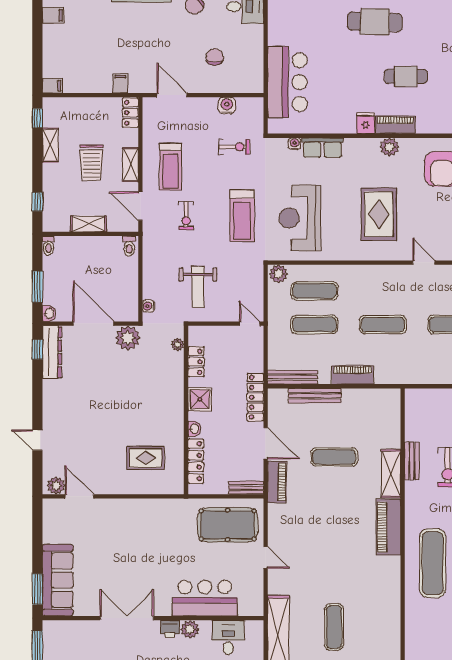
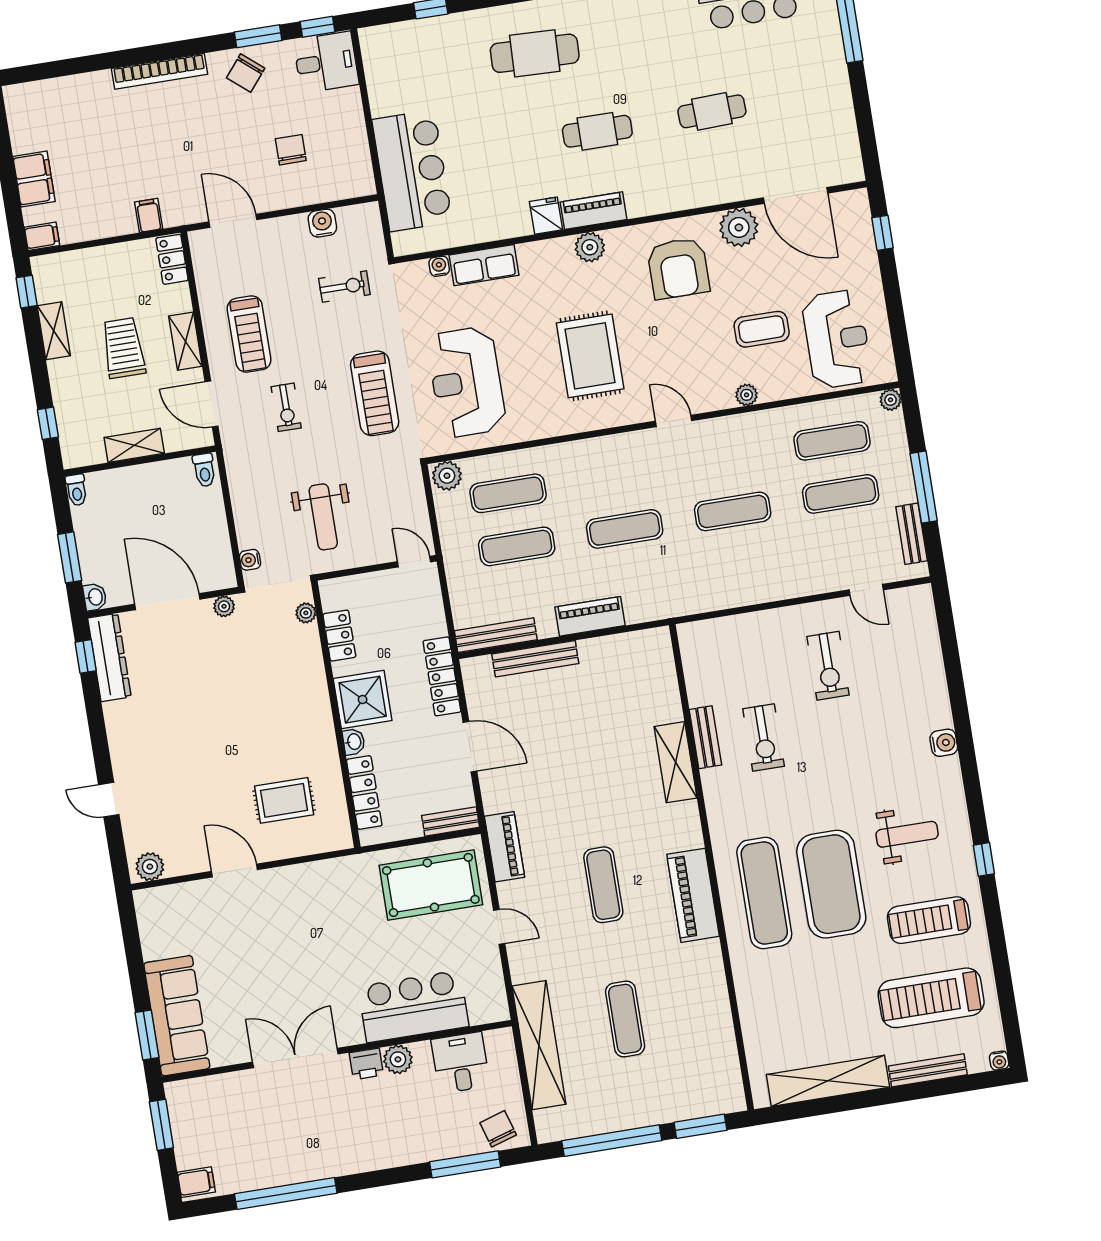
filing cabinet: (53, 15) -> (34, 179), moved, width x2.00
trolley: (92, 163) -> (123, 348), turned 180
plant: (128, 338) -> (224, 606), width x0.53, depth x0.53
shower: (200, 399) -> (363, 700), width x1.36, depth x1.36
exercise mat: (334, 457) -> (603, 885), moved, turned 90
piano: (277, 482) -> (505, 847), moved
door: (79, 496) -> (235, 870), moved
piano: (388, 527) -> (693, 895), moved

